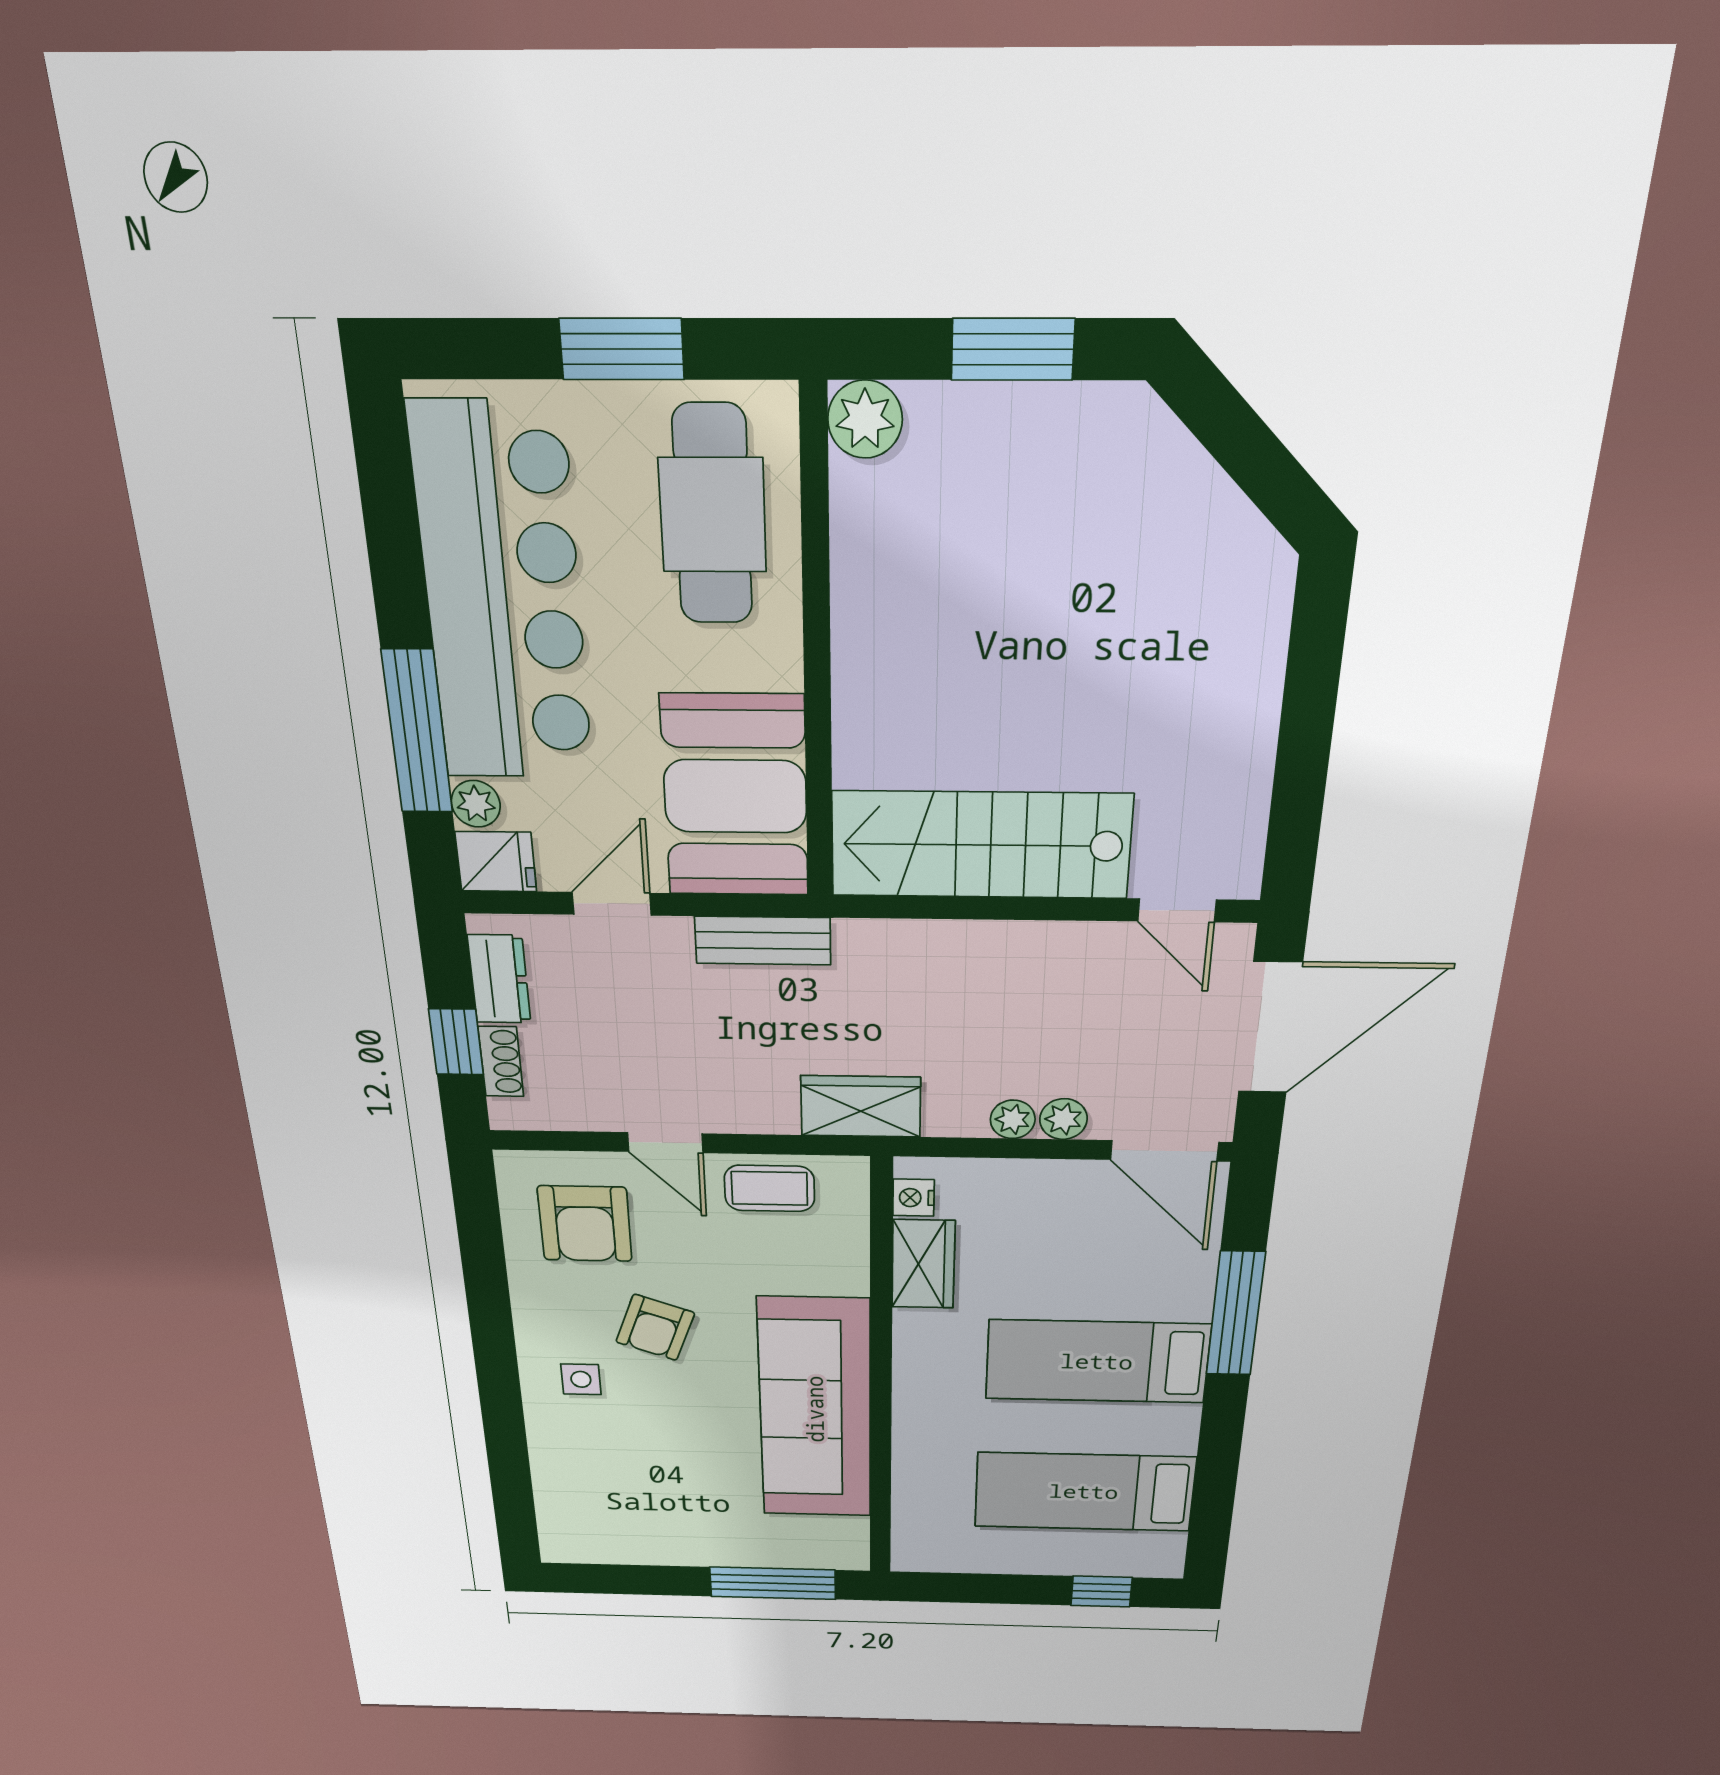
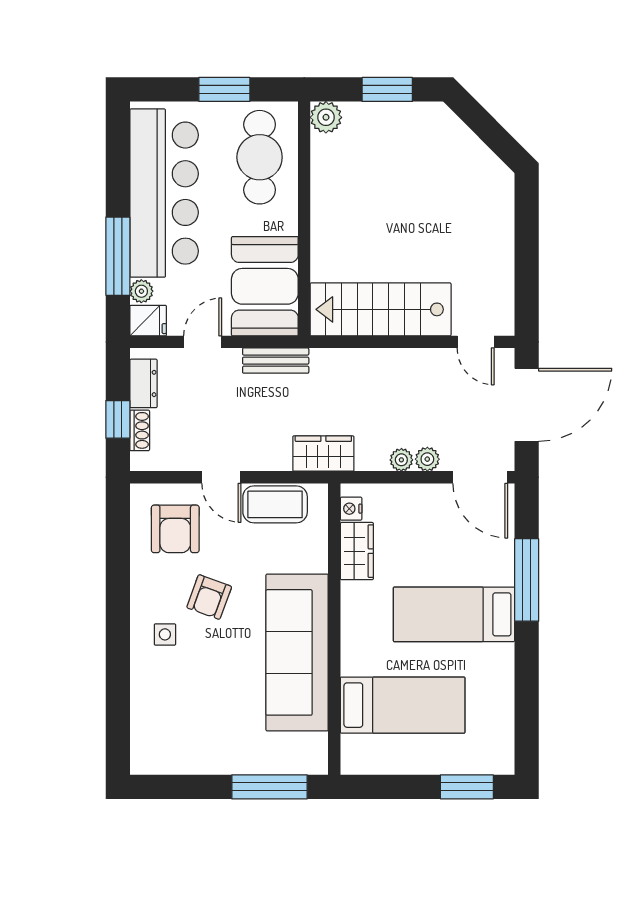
coffee table: (769, 1188) -> (275, 504), width x1.36, depth x1.30
bed: (1084, 1492) -> (403, 705), moved, turned 180
window: (1101, 1591) -> (467, 787), width x1.50

